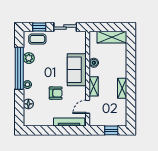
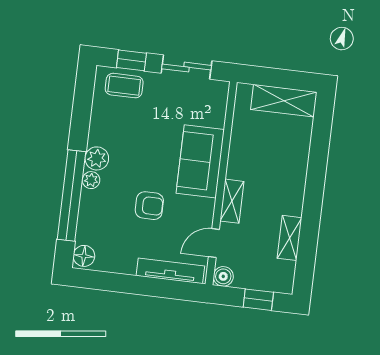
plant: (29, 58) -> (97, 158), moved
boiler: (94, 63) -> (223, 276), moved
window: (19, 68) -> (71, 195), moved
shelving: (122, 88) -> (289, 238), moved
floor lamp: (28, 104) -> (84, 256), moved

